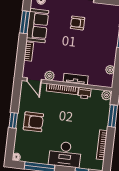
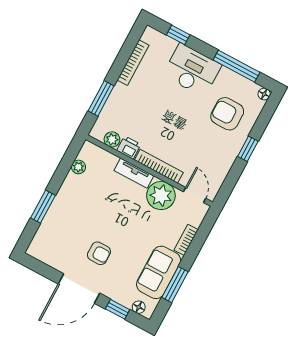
plant: (49, 76) -> (161, 196), width x1.88, depth x1.88
plant: (107, 95) -> (112, 139), moved
armchair: (33, 122) -> (227, 114), moved

